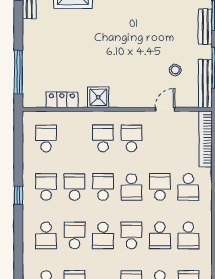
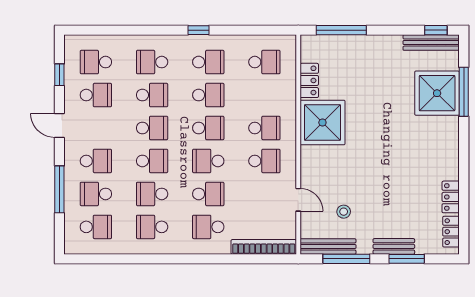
shower: (98, 97) -> (322, 122), width x1.86, depth x1.86
school desk: (103, 235) -> (152, 128), turned 180

